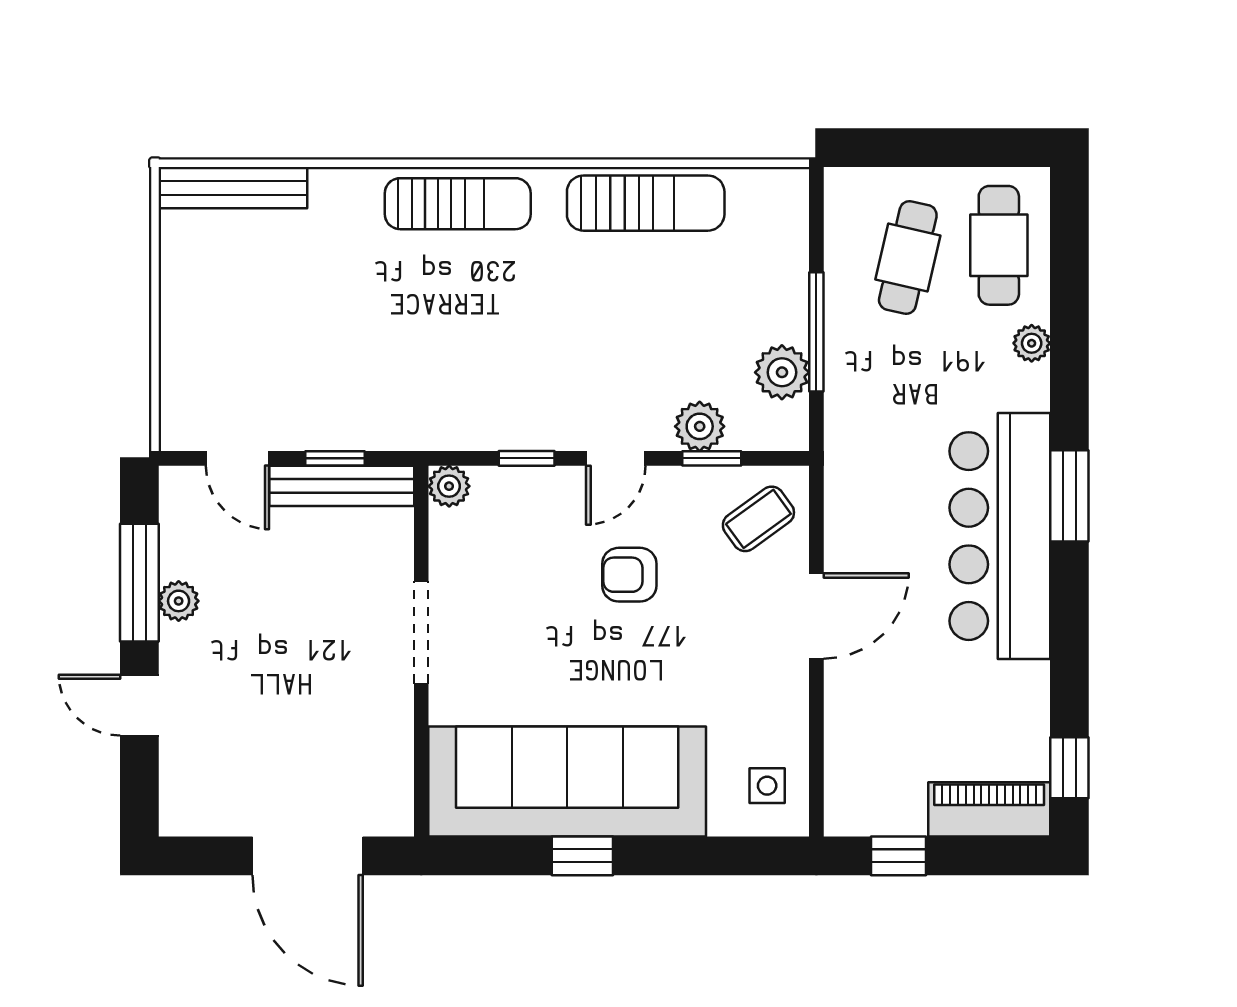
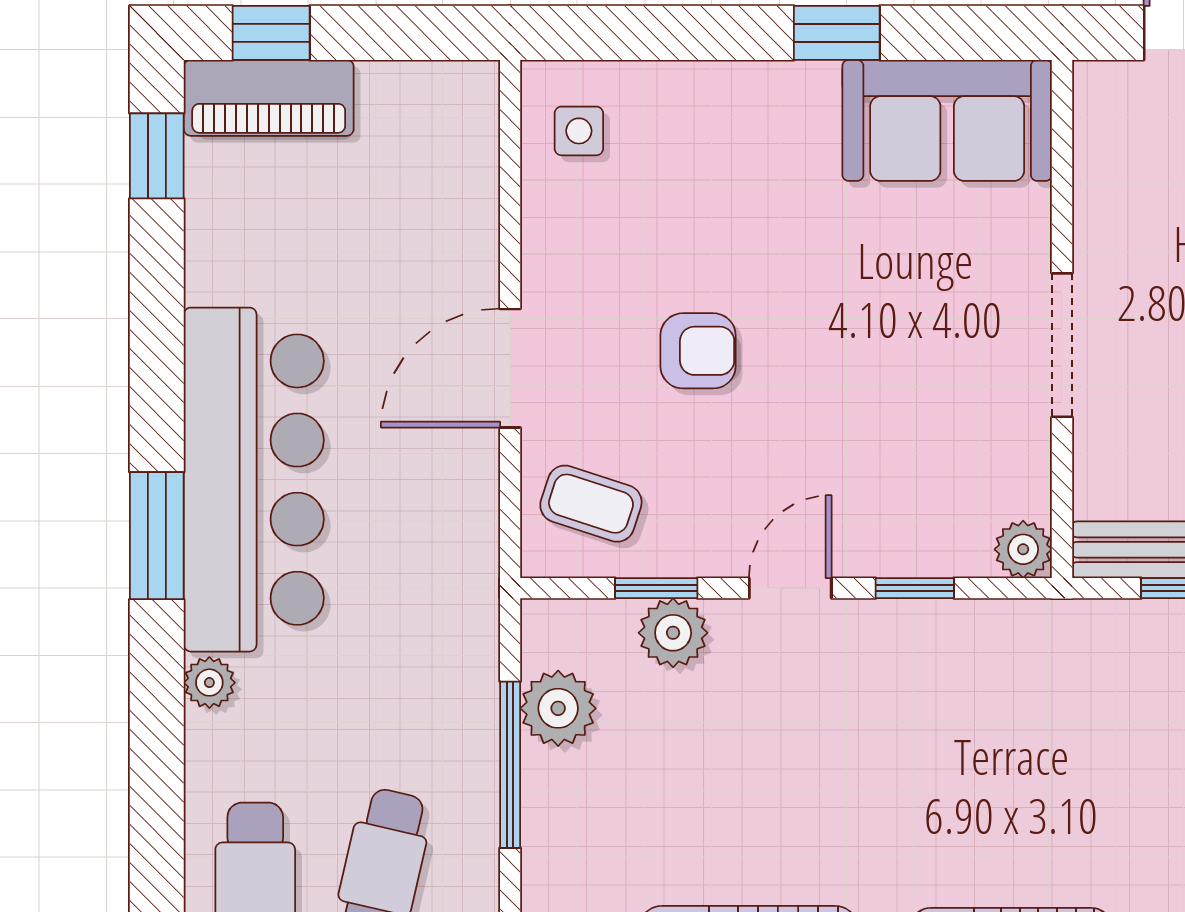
plant: (1032, 343) -> (209, 683), moved
coffee table: (758, 519) -> (591, 504), turned 54
armchair: (629, 575) -> (698, 351), moved
sofa: (567, 781) -> (947, 120), width x0.54, depth x0.79
window: (898, 856) -> (271, 33), moved

